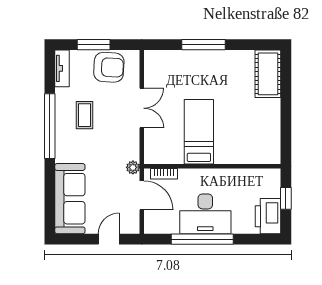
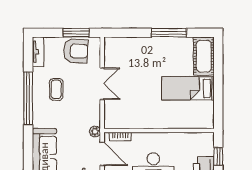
window: (94, 45) -> (76, 33), moved
window: (203, 45) -> (169, 33), moved
bed: (199, 132) -> (188, 88), moved, turned -90

